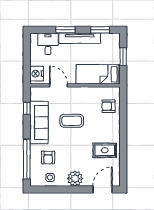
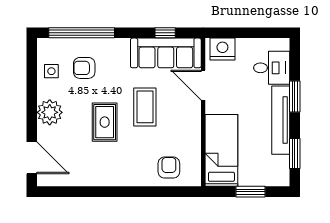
door: (58, 85) -> (203, 85), swing flipped
sofa: (39, 123) -> (166, 53), moved
rug: (105, 150) -> (105, 122), moved

